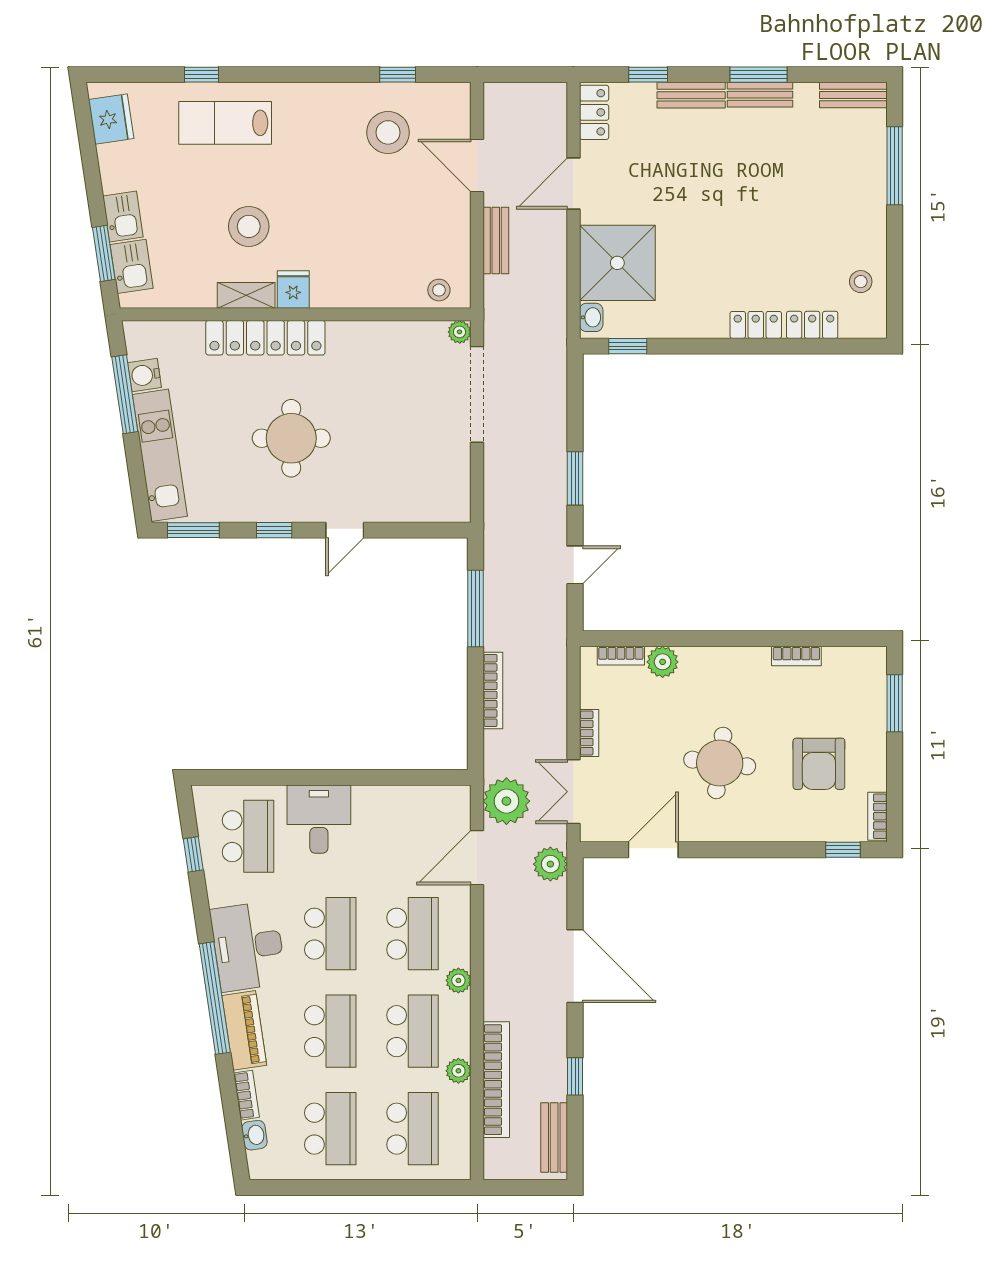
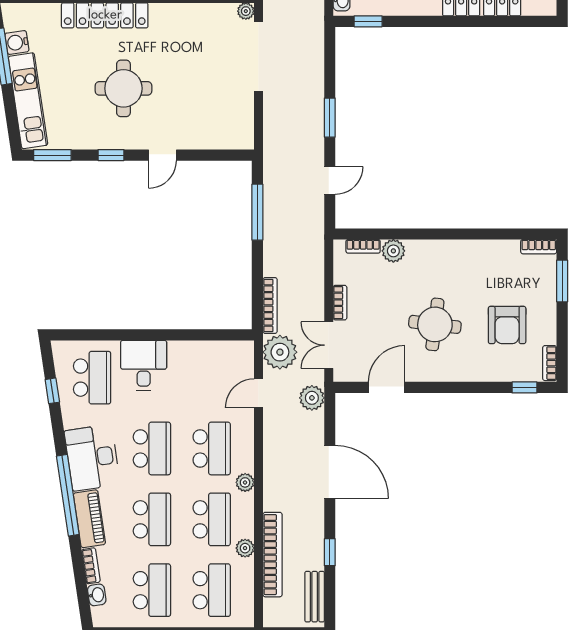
bookcase: (796, 656) -> (539, 247), moved
bookcase: (493, 690) -> (270, 305), moved
door: (477, 858) -> (259, 393), width x0.73

